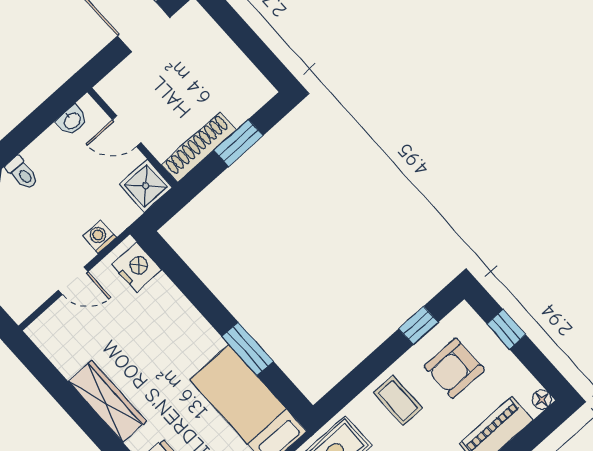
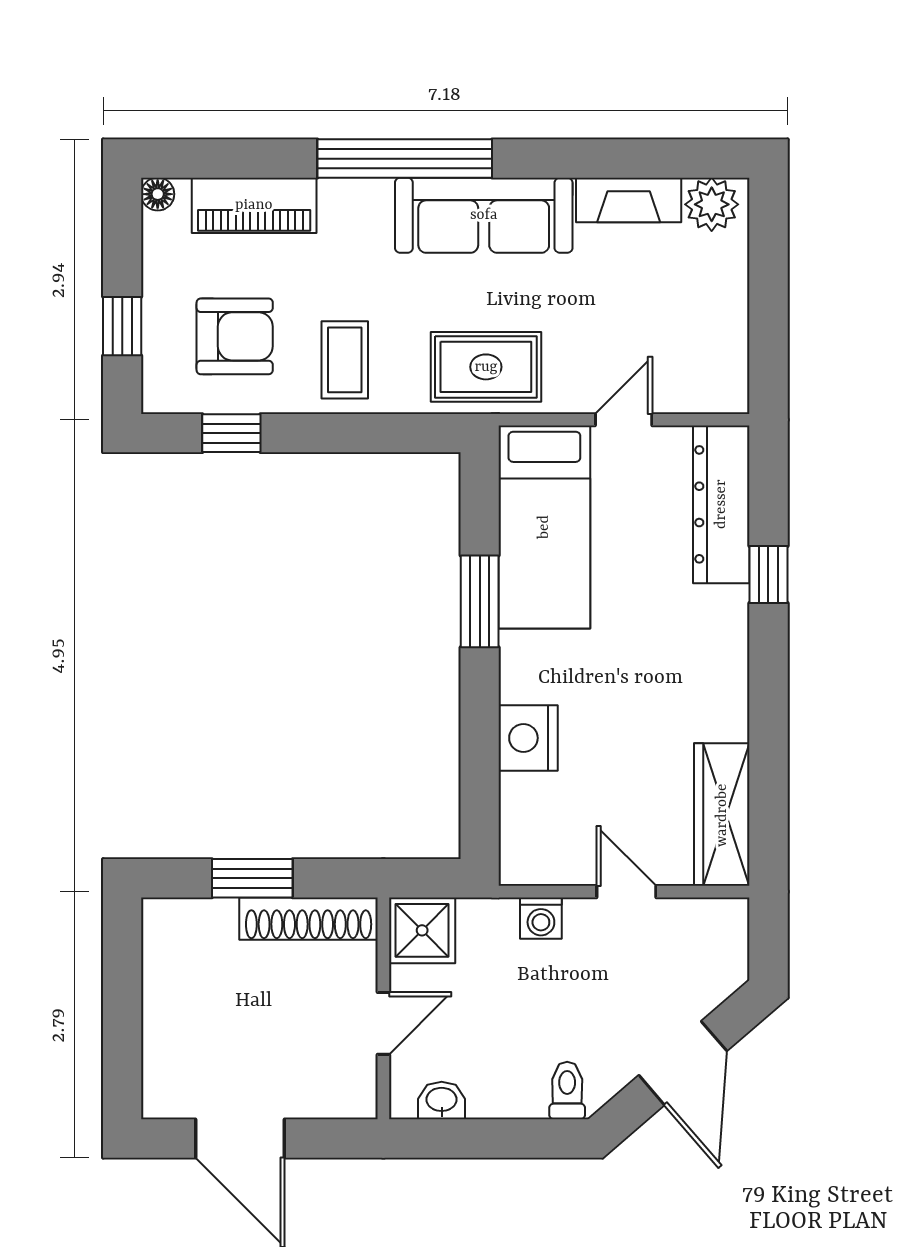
door: (127, 131) -> (383, 1023), hinge flipped
nightstand: (137, 267) -> (528, 738), moved
wardrobe: (107, 401) -> (722, 815), moved

